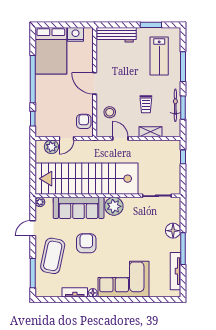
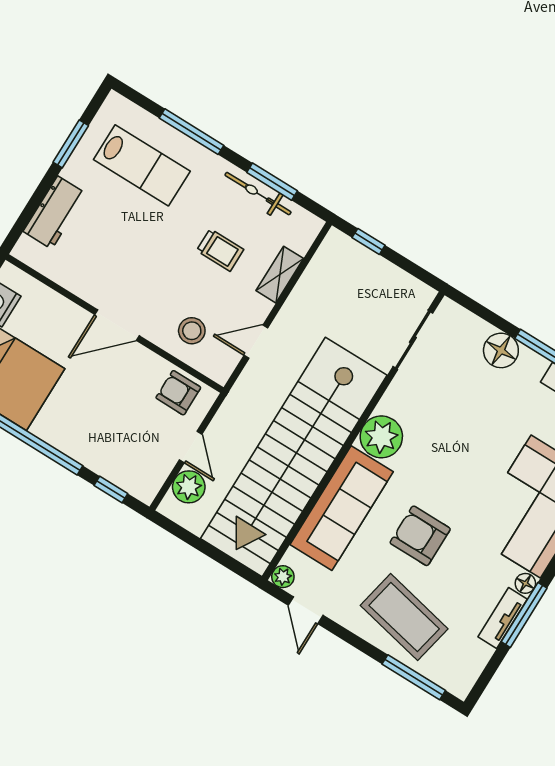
workbench: (117, 35) -> (55, 212), width x0.73
door: (33, 228) -> (306, 610), moved
window: (81, 300) -> (524, 615), added

